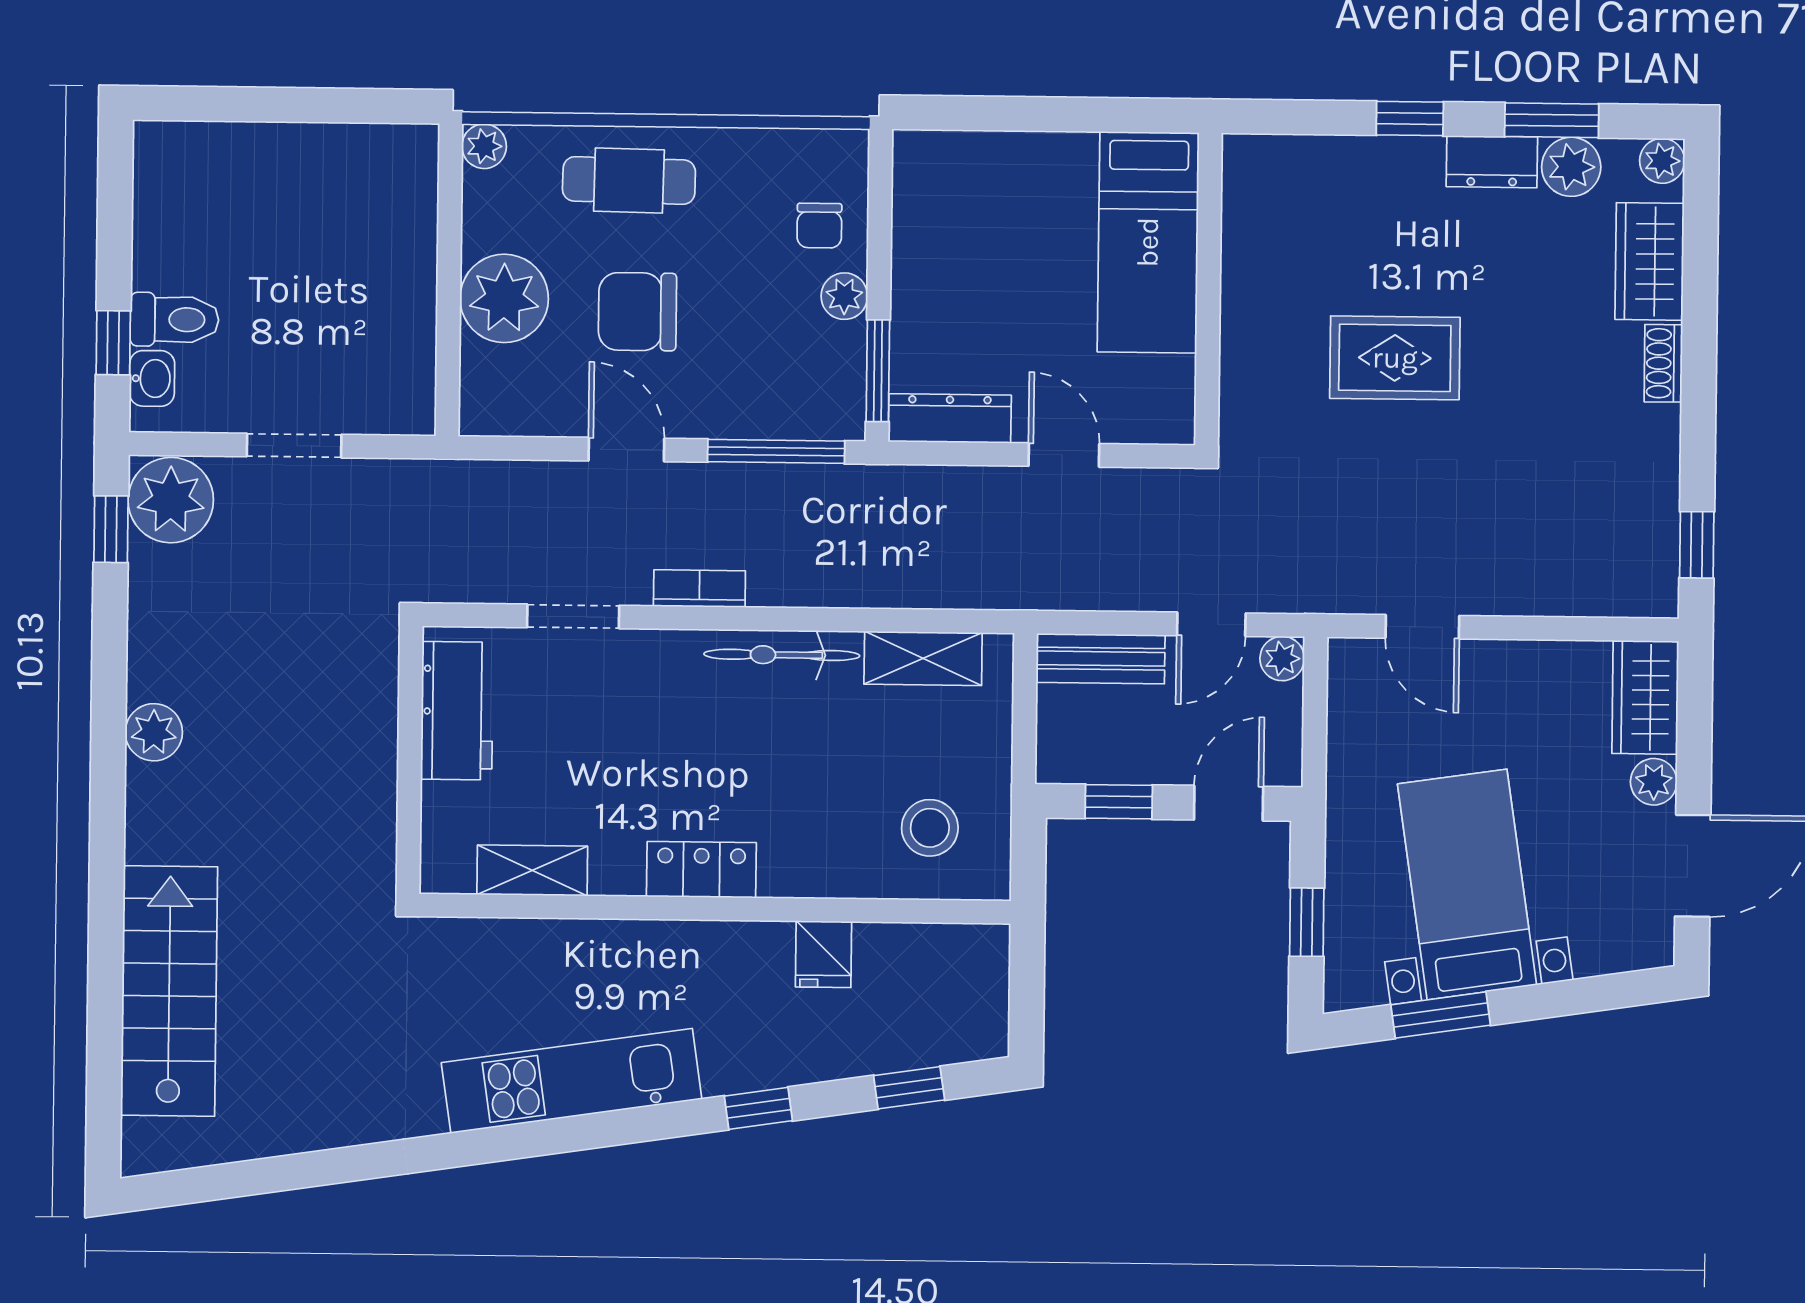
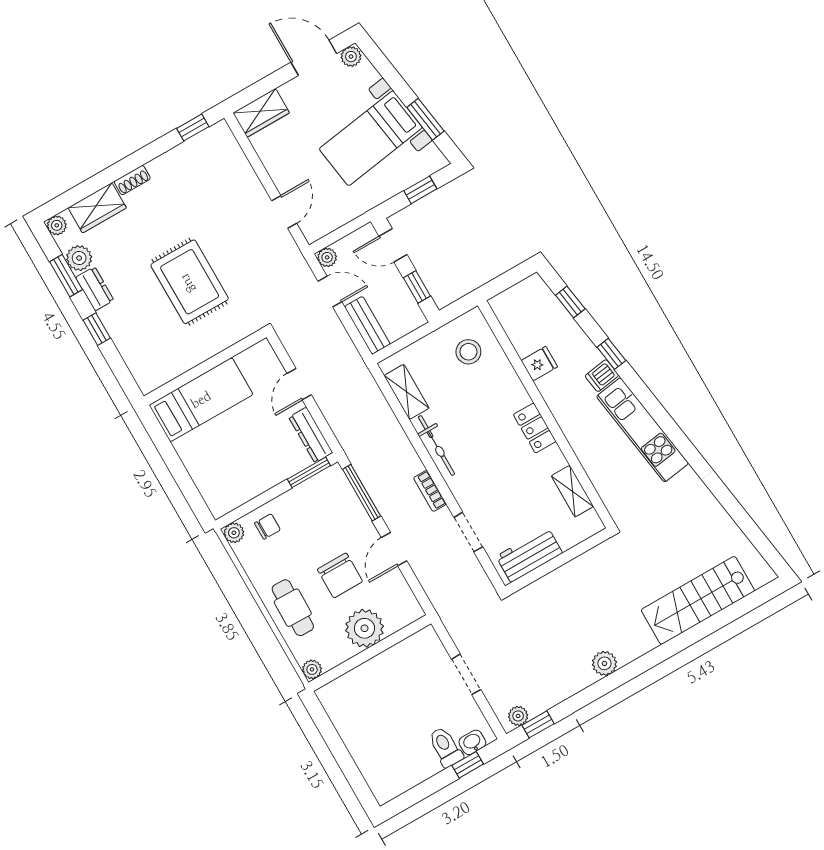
plant: (844, 296) -> (234, 533), moved
rug: (1395, 358) -> (190, 282), width x1.36, depth x1.43
plant: (171, 500) -> (518, 716), width x0.53, depth x0.53
plant: (1654, 782) -> (351, 57), moved
dishwasher: (726, 1064) -> (602, 376), added

